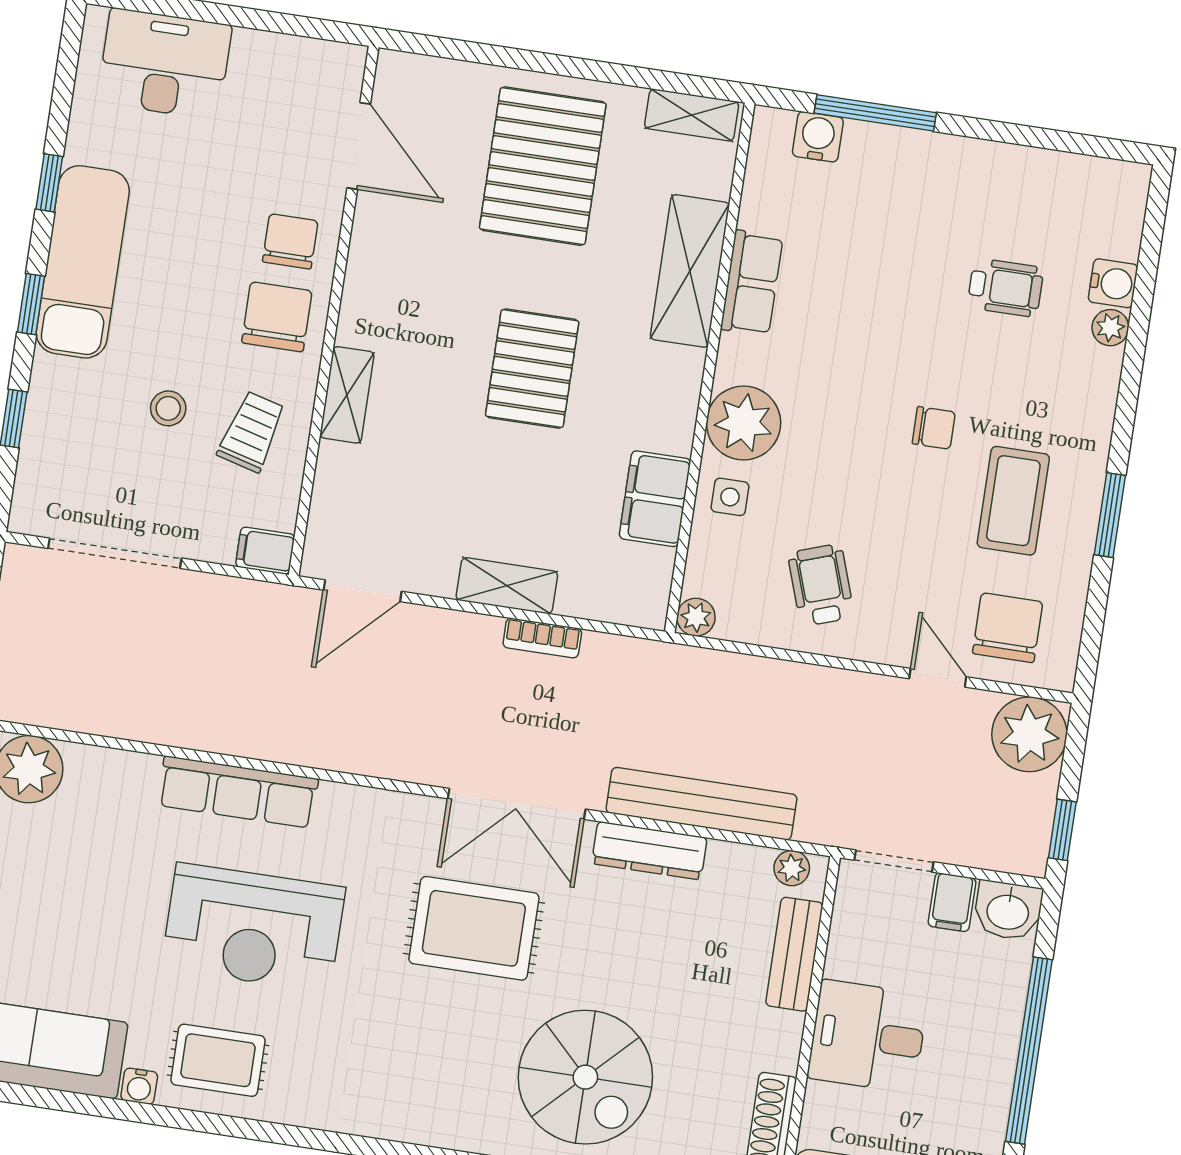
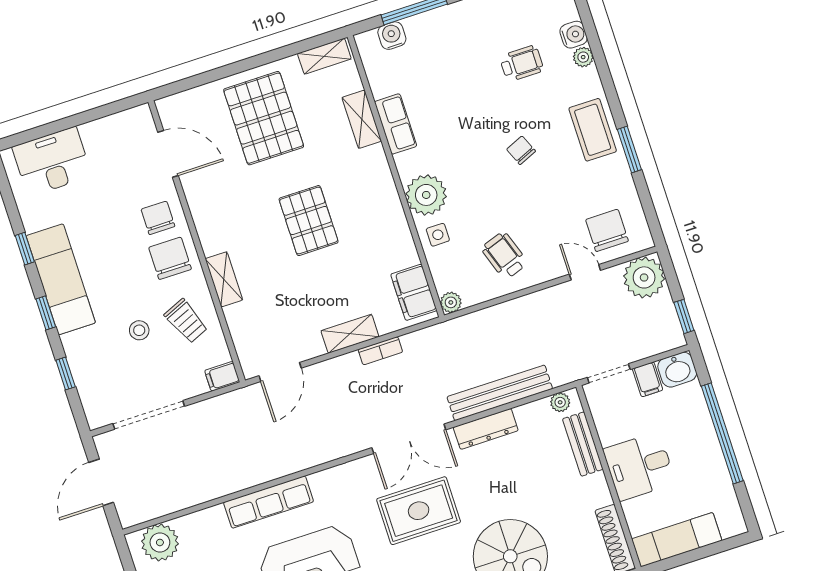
shelving: (690, 271) -> (362, 119), width x0.67, depth x0.75
chair: (934, 428) -> (521, 150), turned -113
trolley: (252, 432) -> (186, 321), turned 142
filing cabinet: (655, 499) -> (414, 292), moved
coffee table: (1013, 501) -> (593, 130), moved

